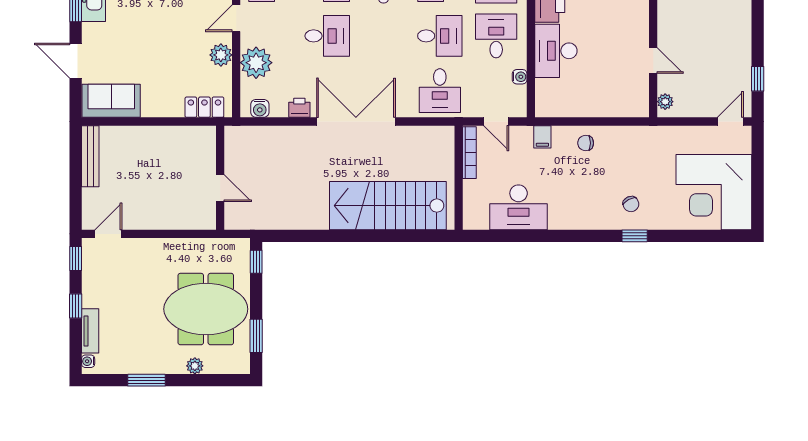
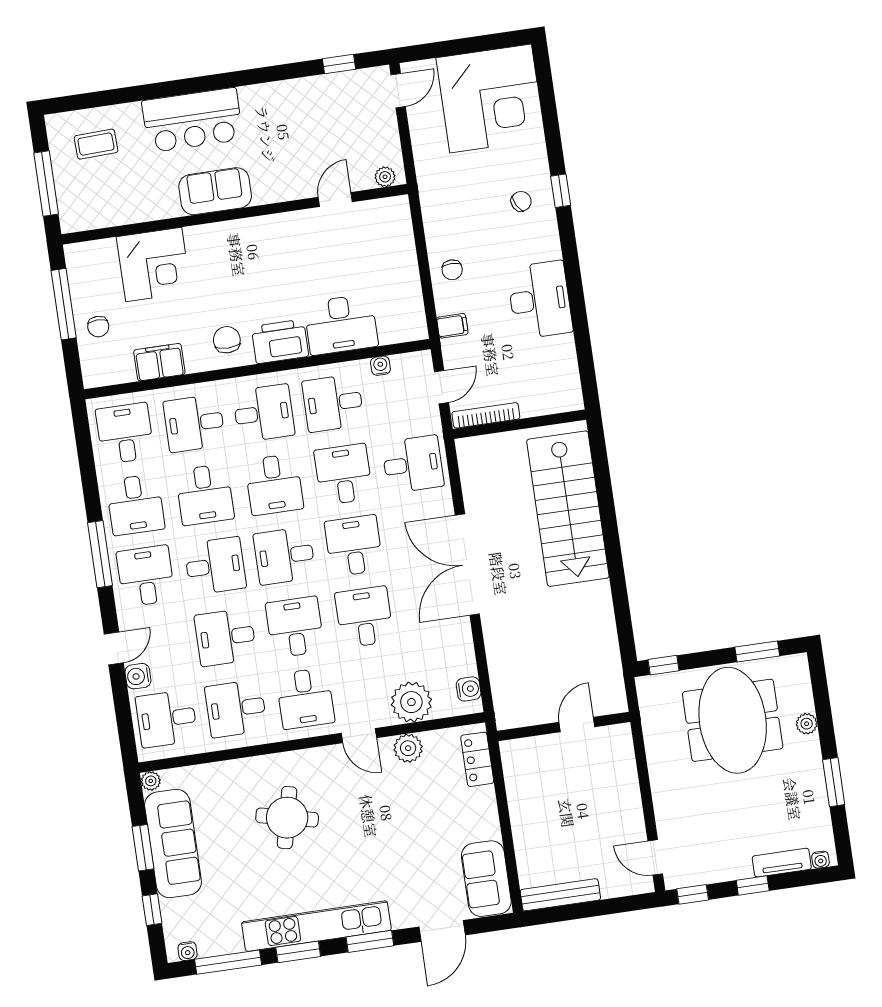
desk: (384, 36) -> (354, 546), added
printer: (299, 108) -> (461, 639), removed
door: (730, 121) -> (398, 91), swing flipped
desk: (519, 207) -> (540, 300), moved

